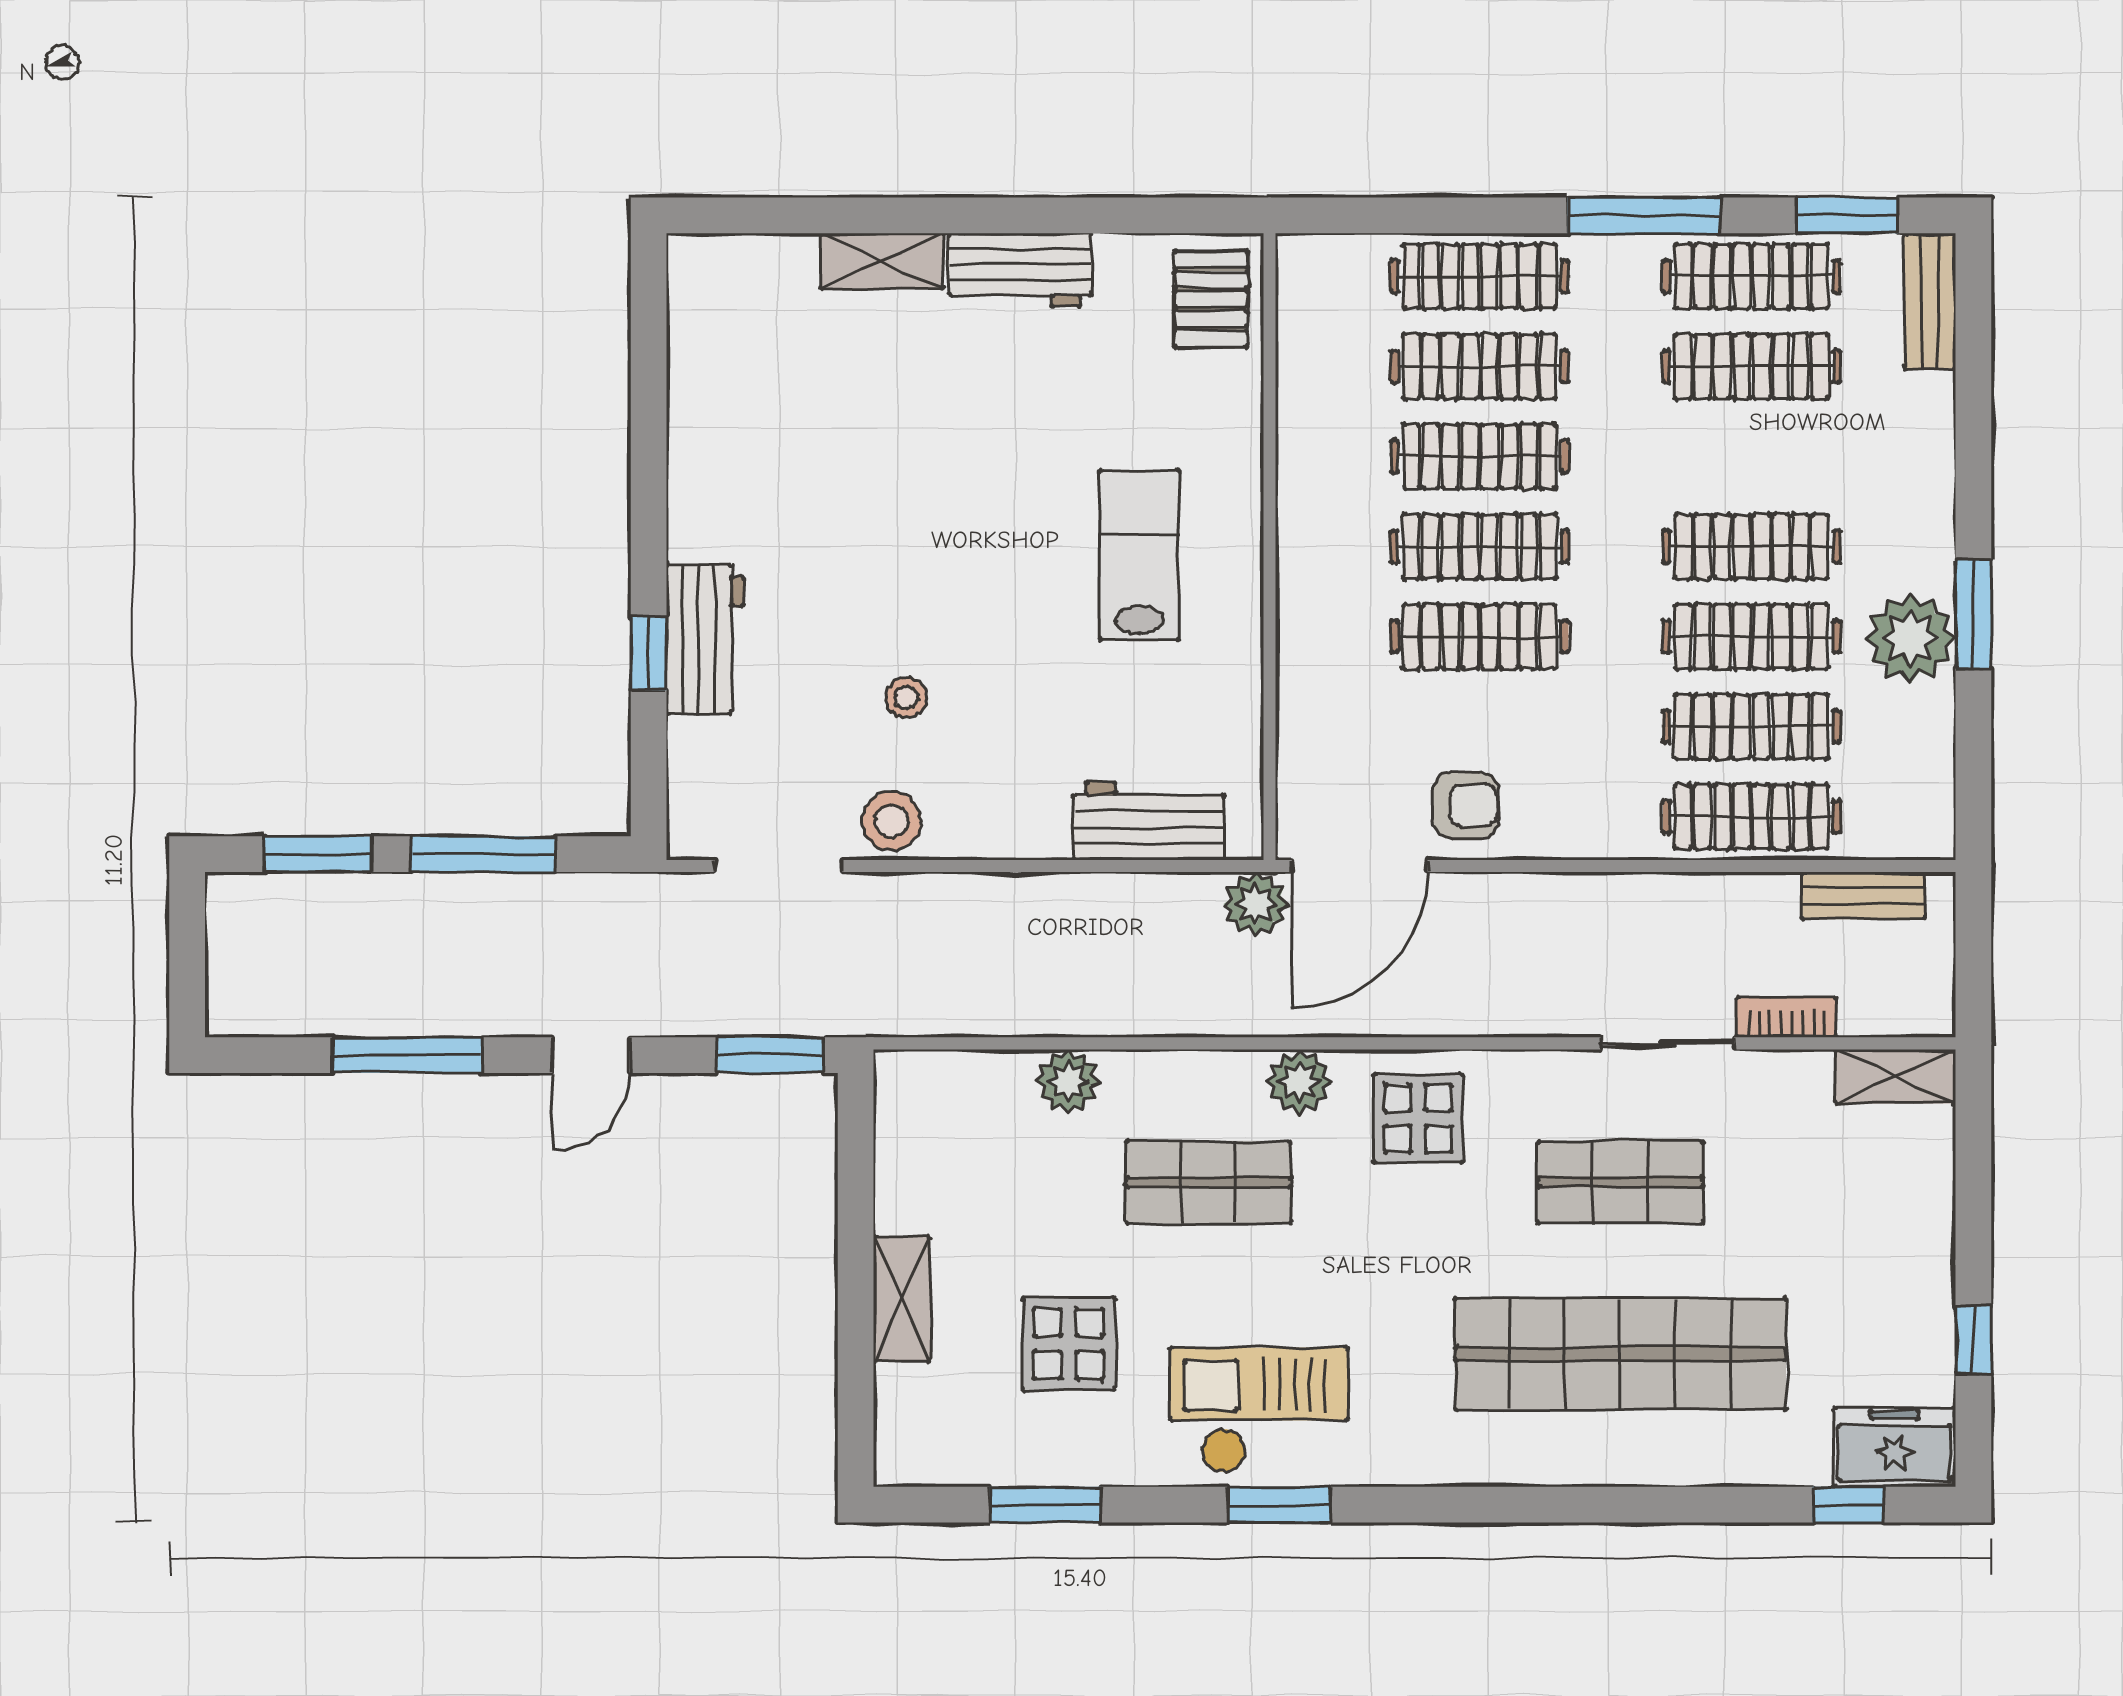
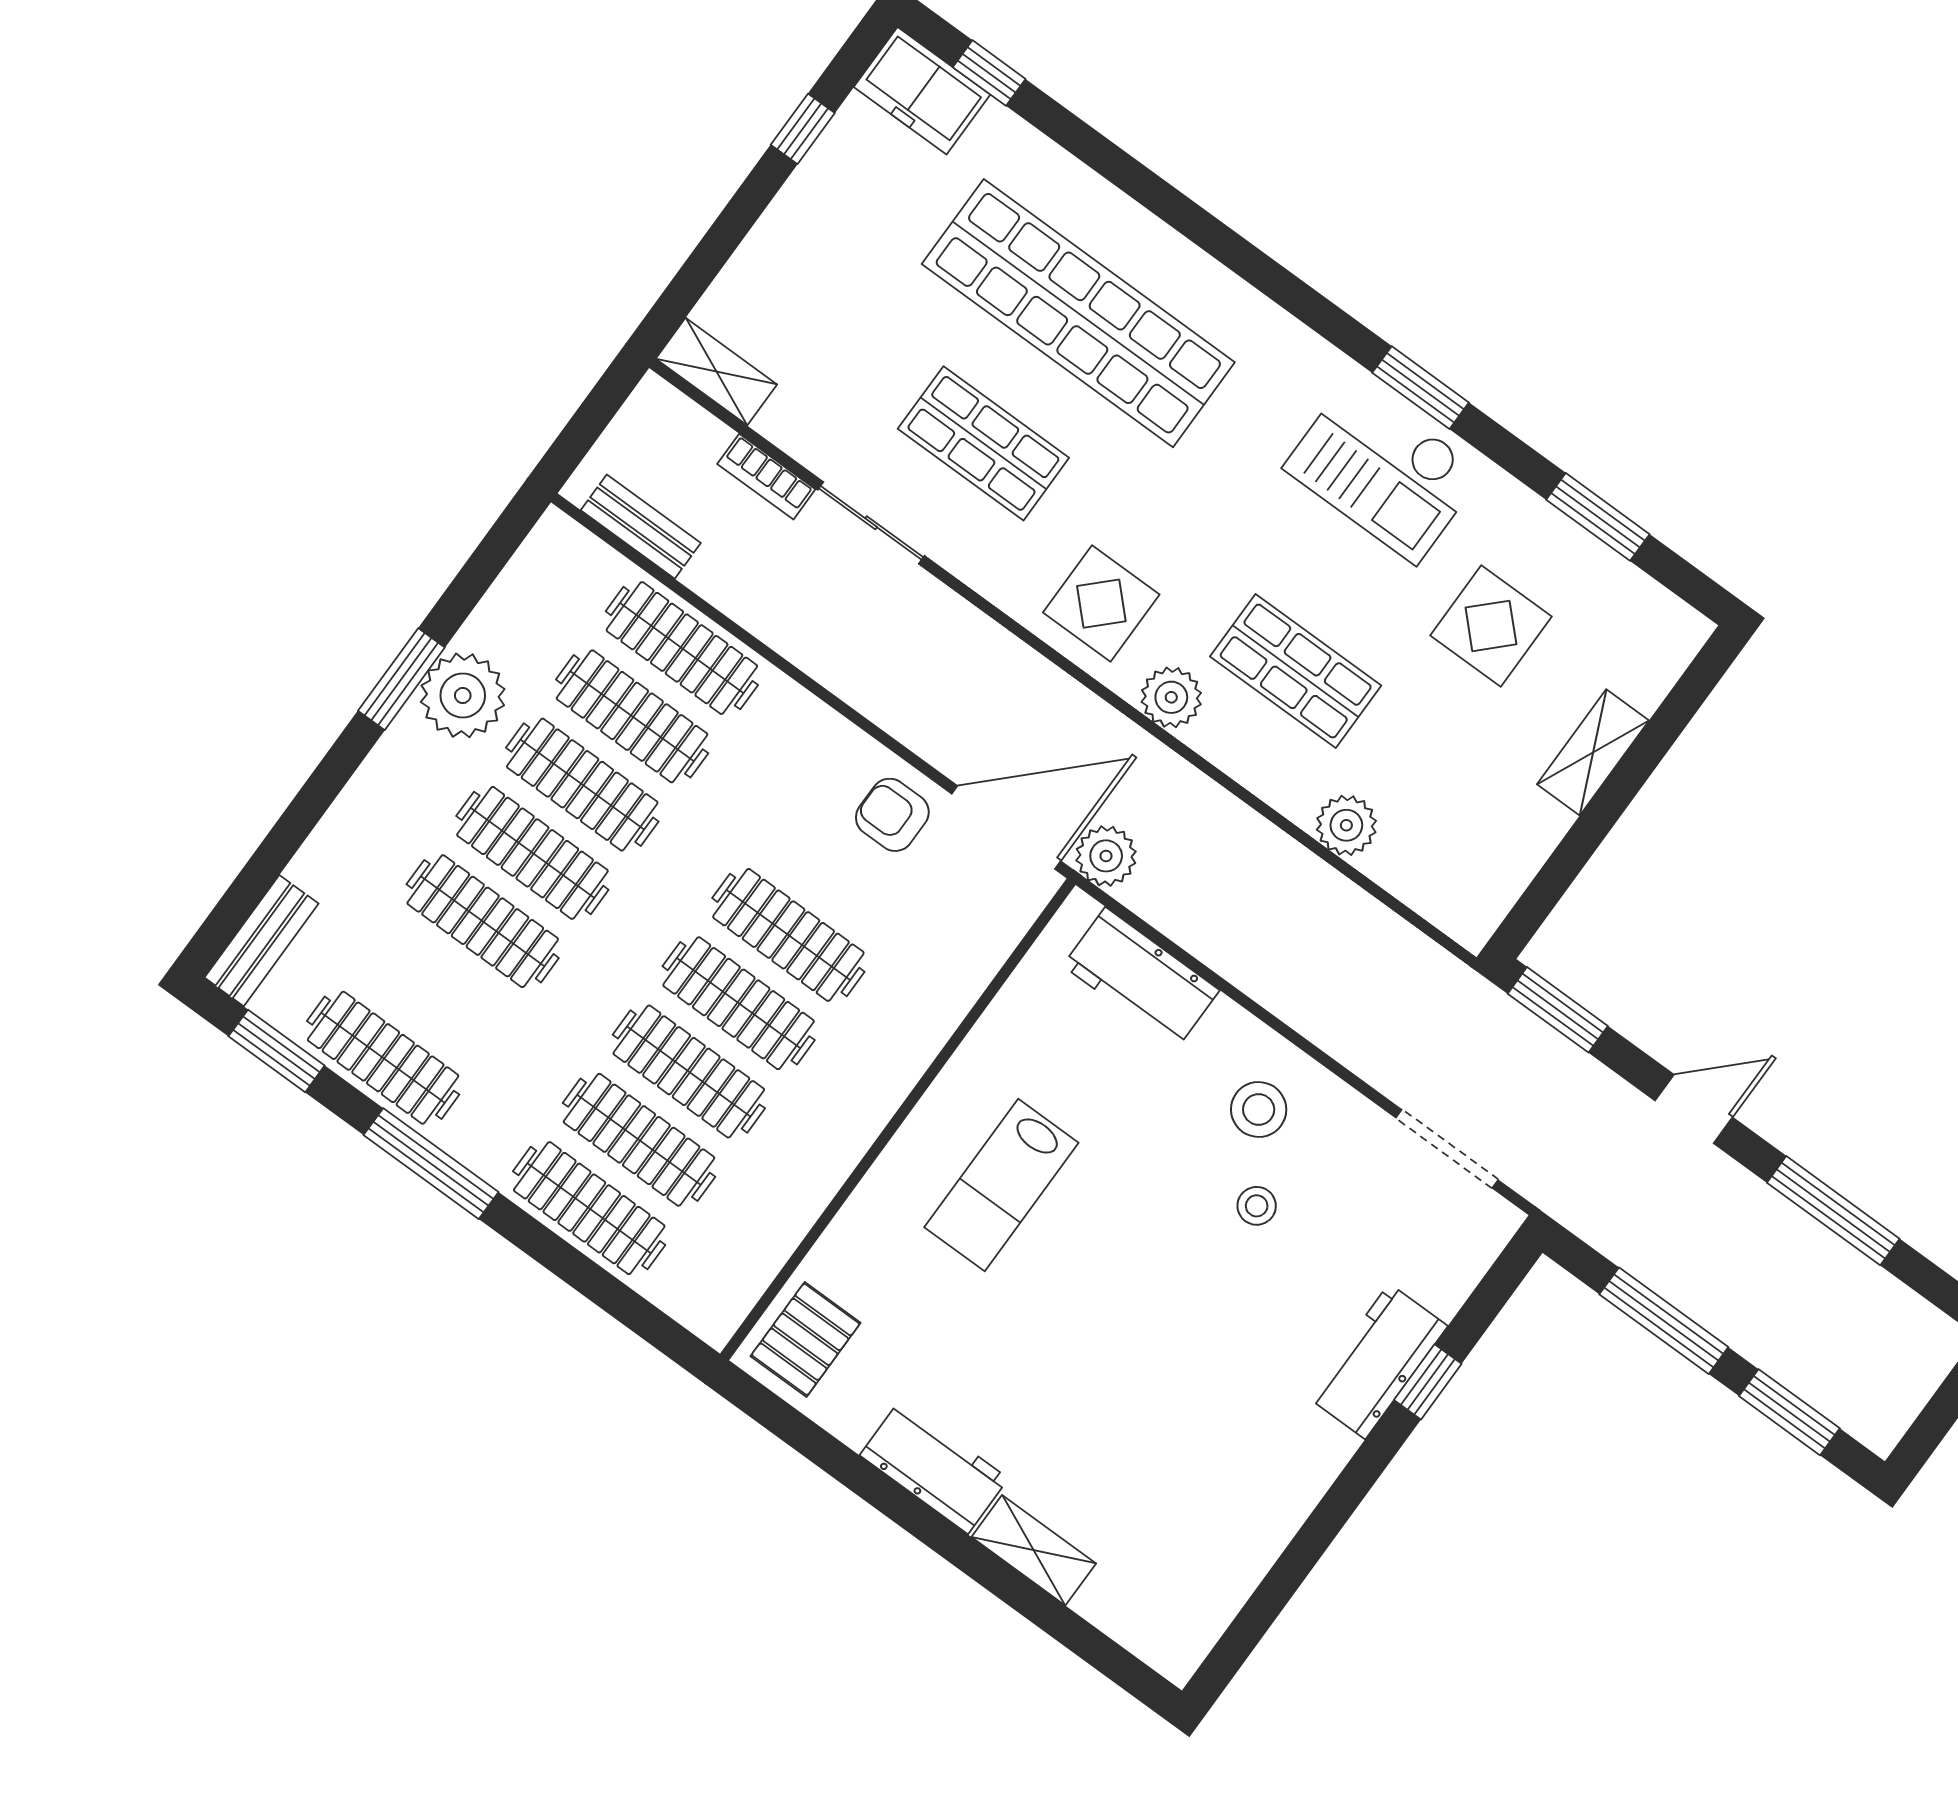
clothes rail: (1751, 366) -> (483, 921), moved
stool: (891, 821) -> (1259, 1110), moved

